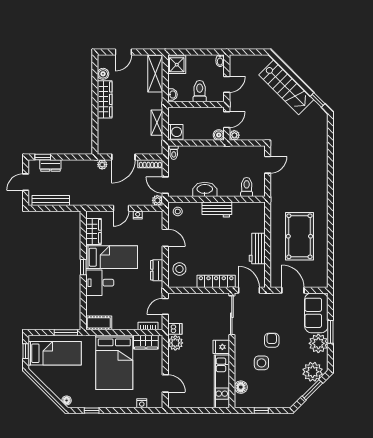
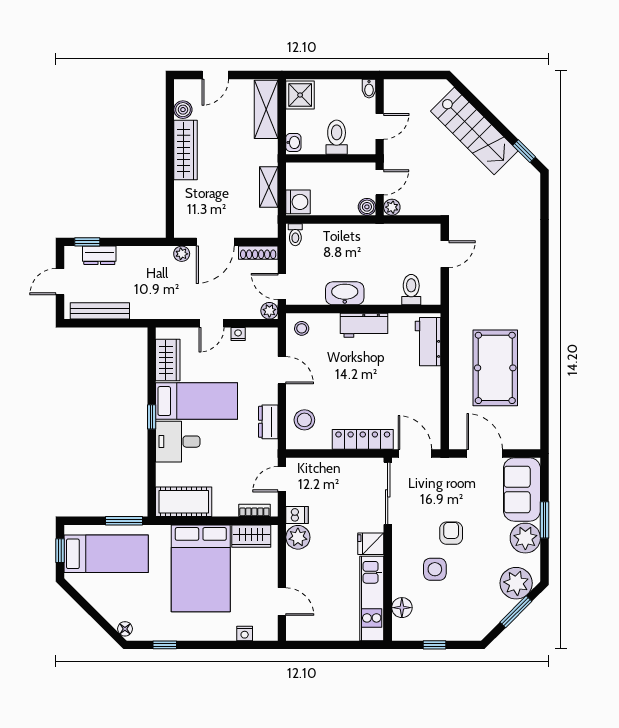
workbench: (257, 249) -> (428, 342), moved
cot: (99, 323) -> (184, 502), width x1.37, depth x1.34

